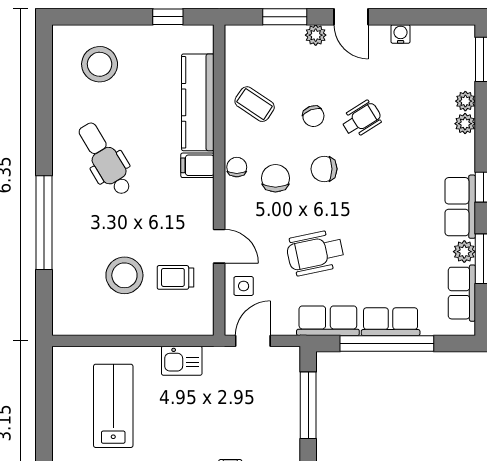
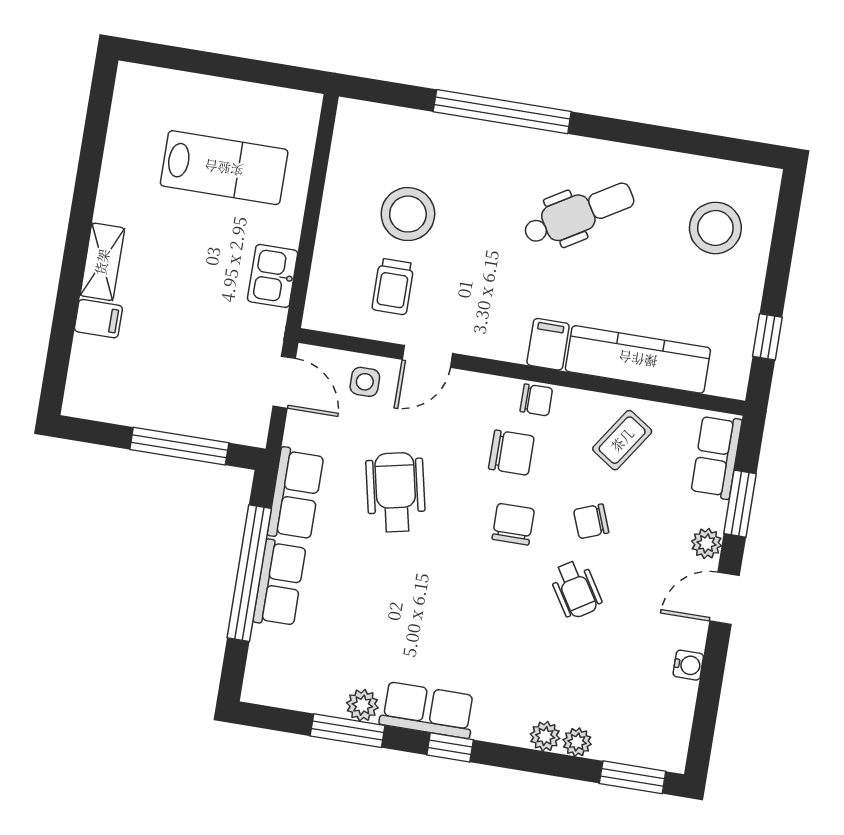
trolley: (175, 277) -> (393, 287), turned 180
row of seats: (462, 293) -> (716, 457), moved, turned -90

